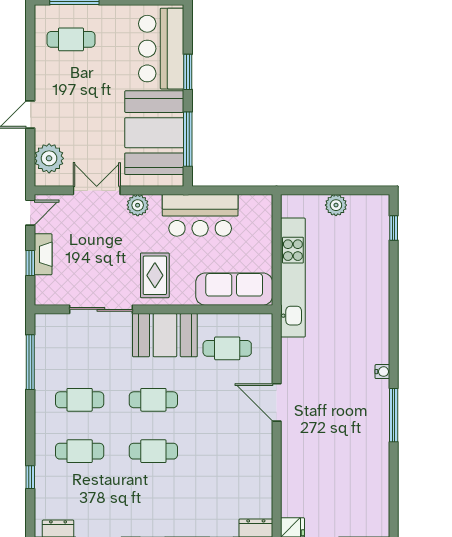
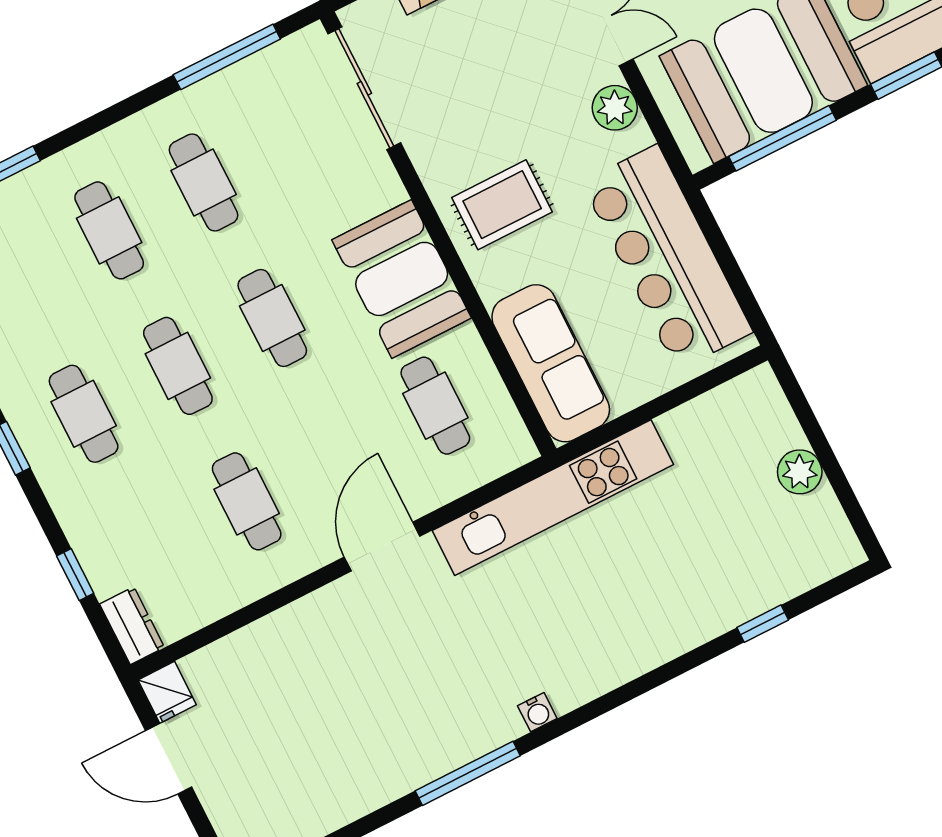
bar counter: (200, 215) -> (667, 257), width x1.36
window: (394, 228) -> (763, 624), moved
kitchen unit: (293, 278) -> (553, 498), moved
sliding door: (101, 309) -> (364, 88), moved
cafe table: (227, 451) -> (247, 501), added
cafe table: (153, 503) -> (84, 414), added

